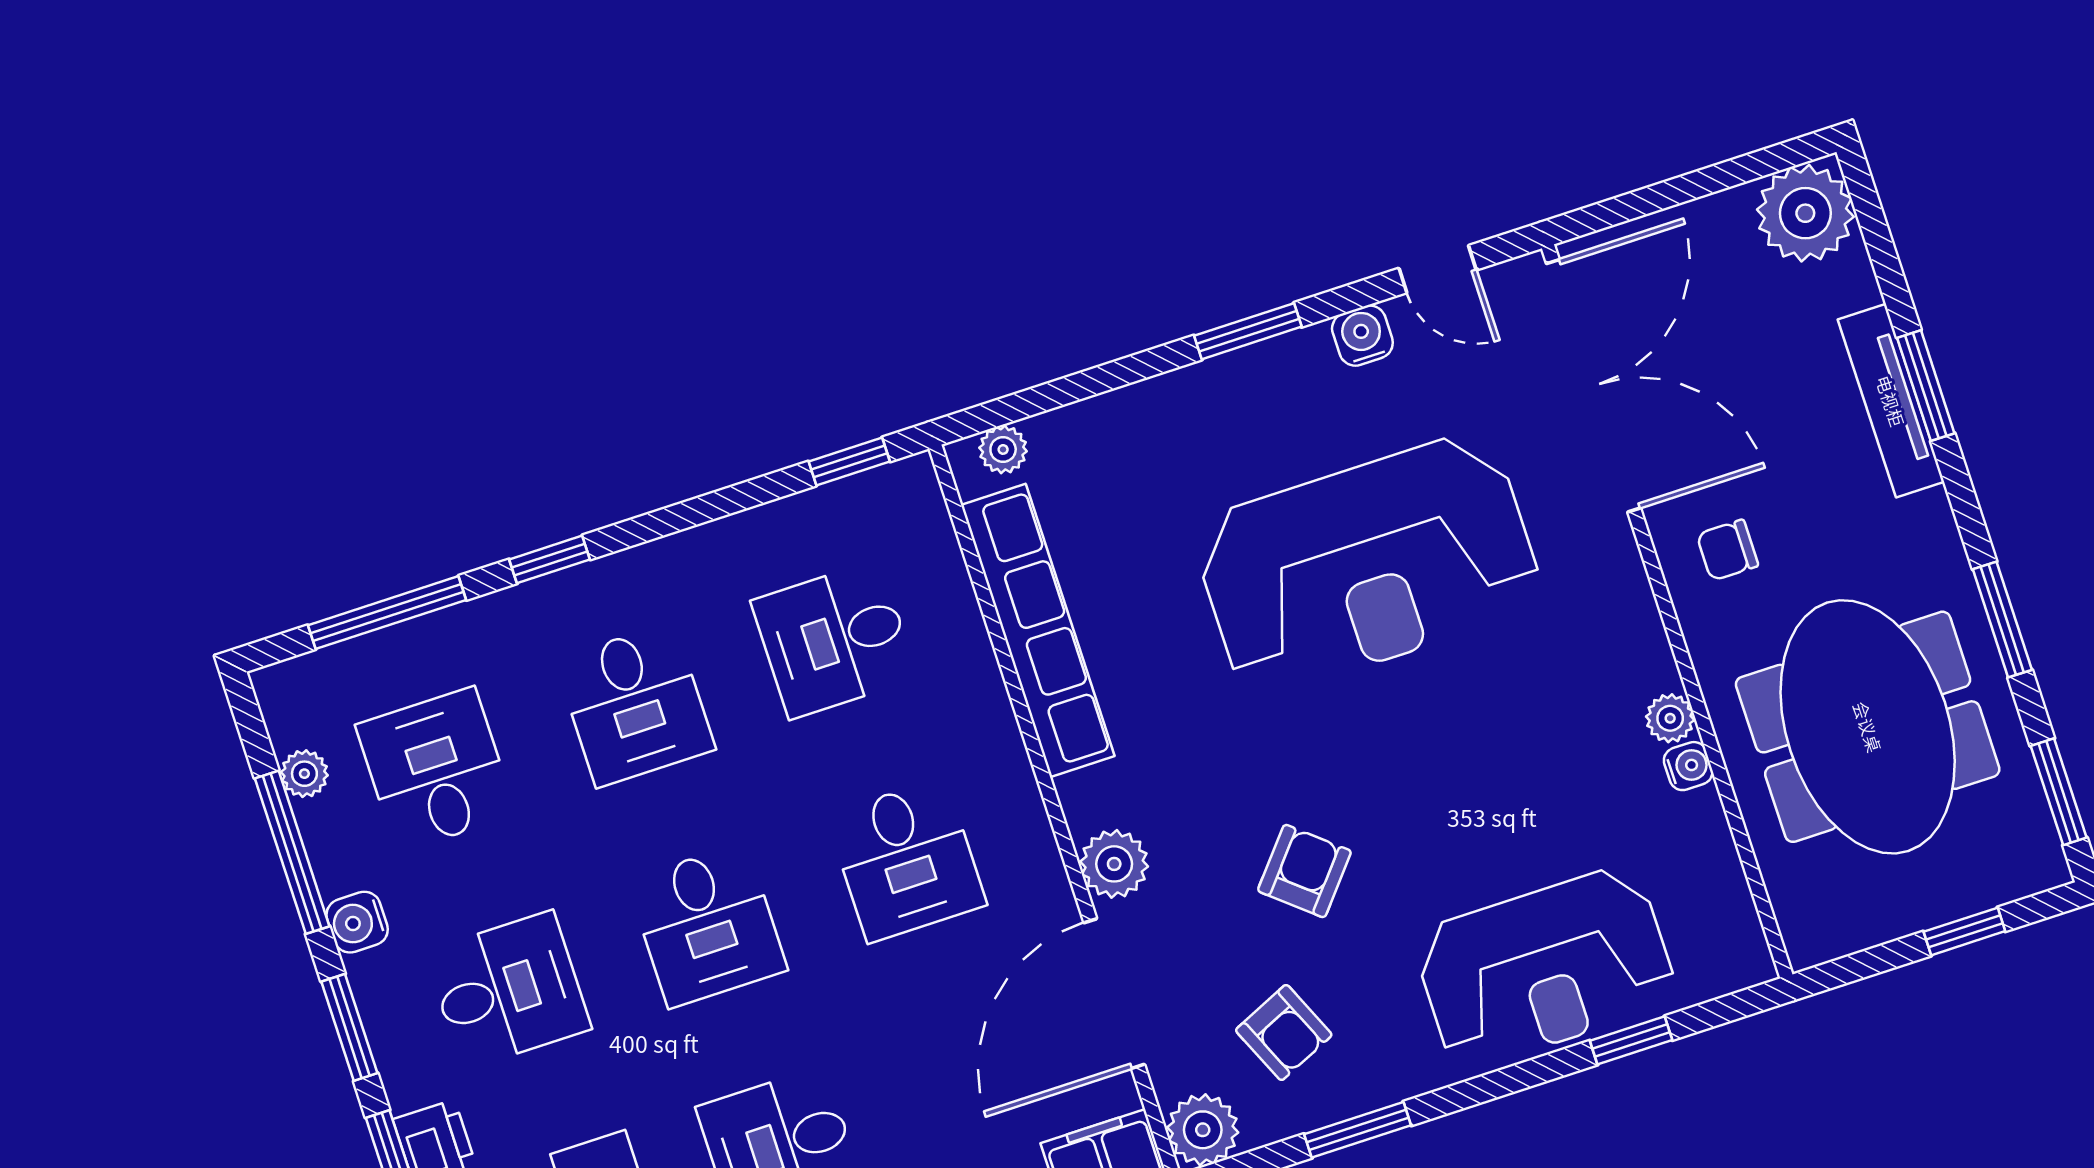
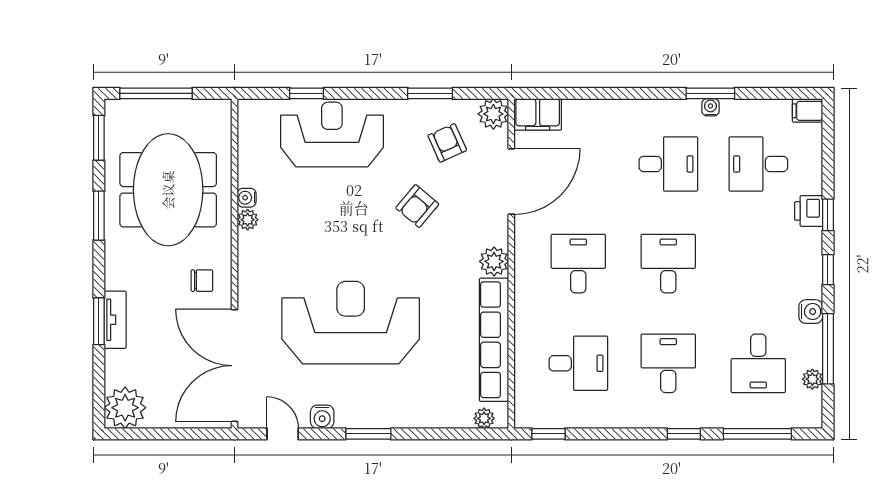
tv unit: (1891, 401) -> (115, 320), width x0.71
plant: (1114, 864) -> (494, 261), moved
window: (1964, 931) -> (156, 93), width x2.17
desk: (508, 990) -> (758, 264), removed
window: (349, 1027) -> (828, 270), width x0.67

